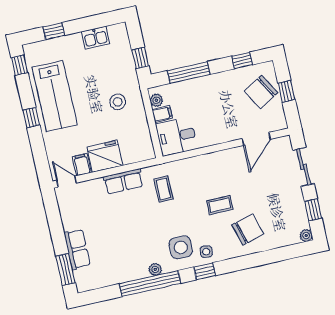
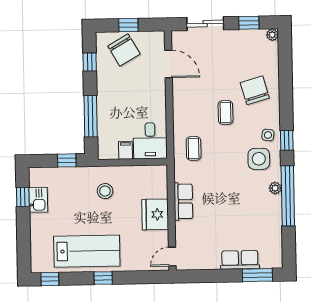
window: (54, 31) -> (23, 197), moved
plant: (156, 100) -> (111, 153), removed
filing cabinet: (82, 165) -> (159, 238), removed
coffee table: (163, 189) -> (194, 148), moved, turned 90

